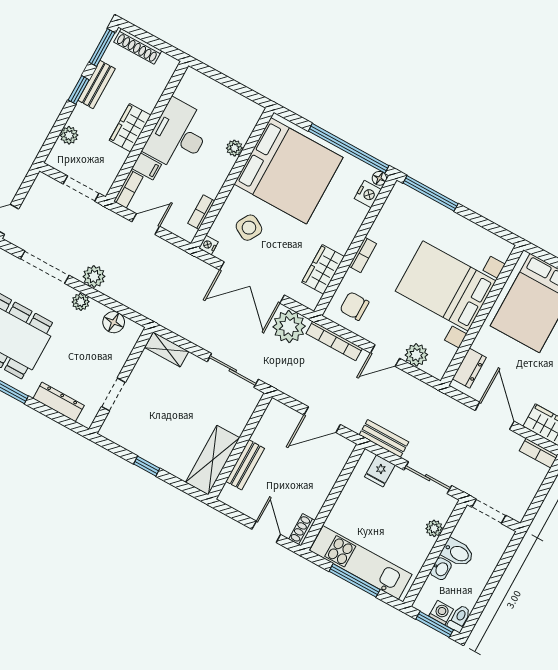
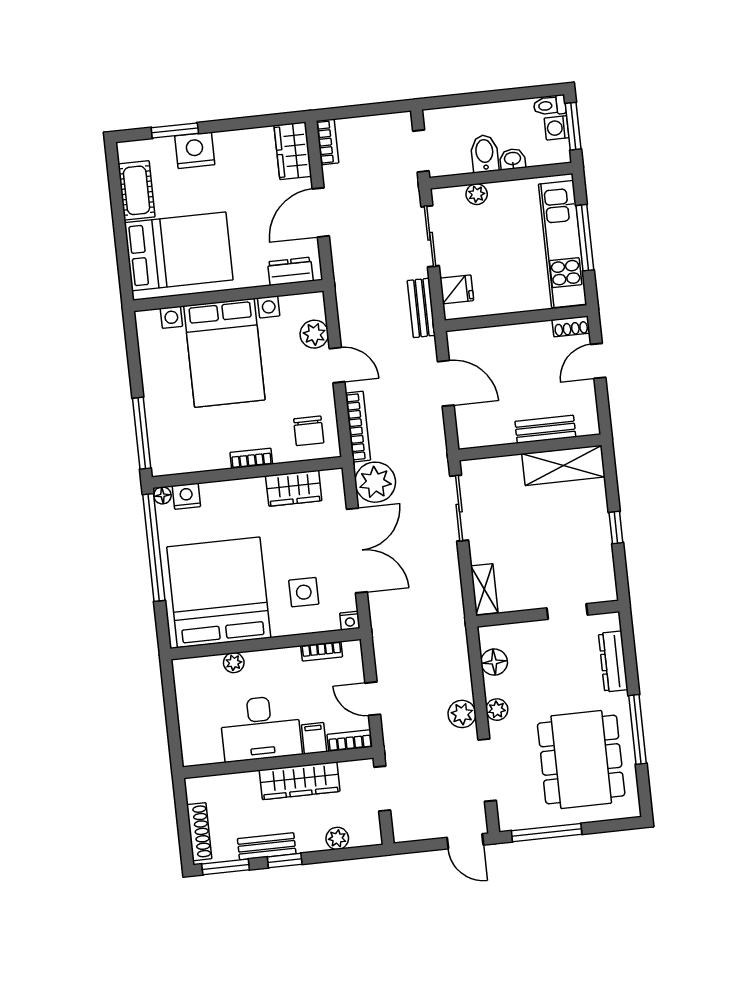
wardrobe: (130, 128) -> (300, 781), width x1.50
side table: (249, 228) -> (304, 592), turned -30

